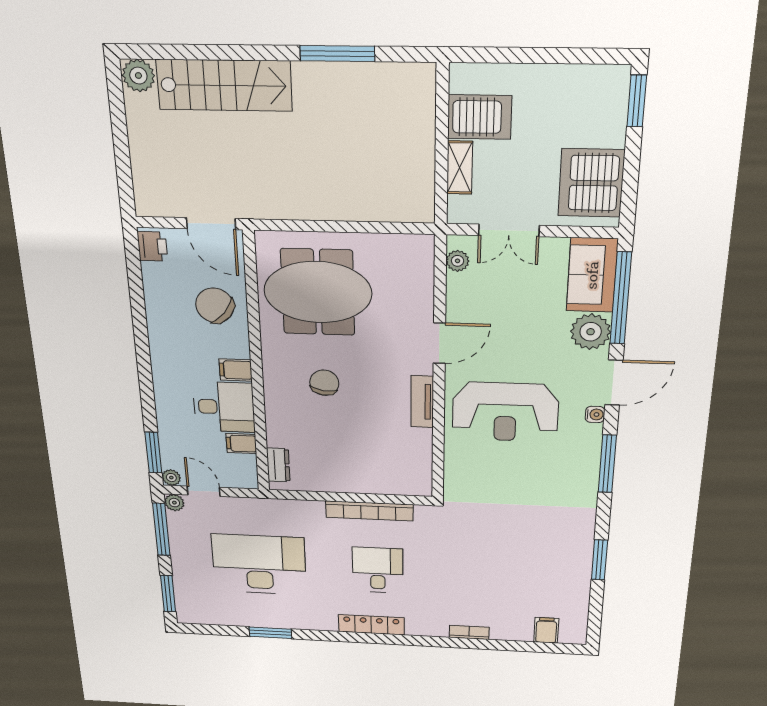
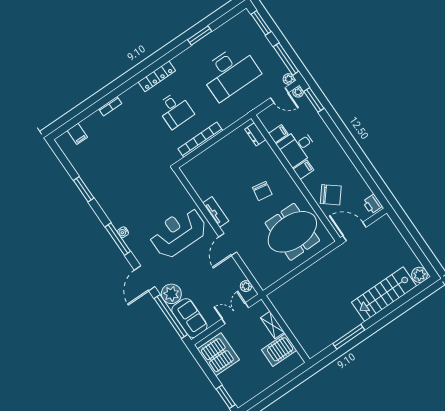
water cooler: (595, 414) -> (123, 232), moved

